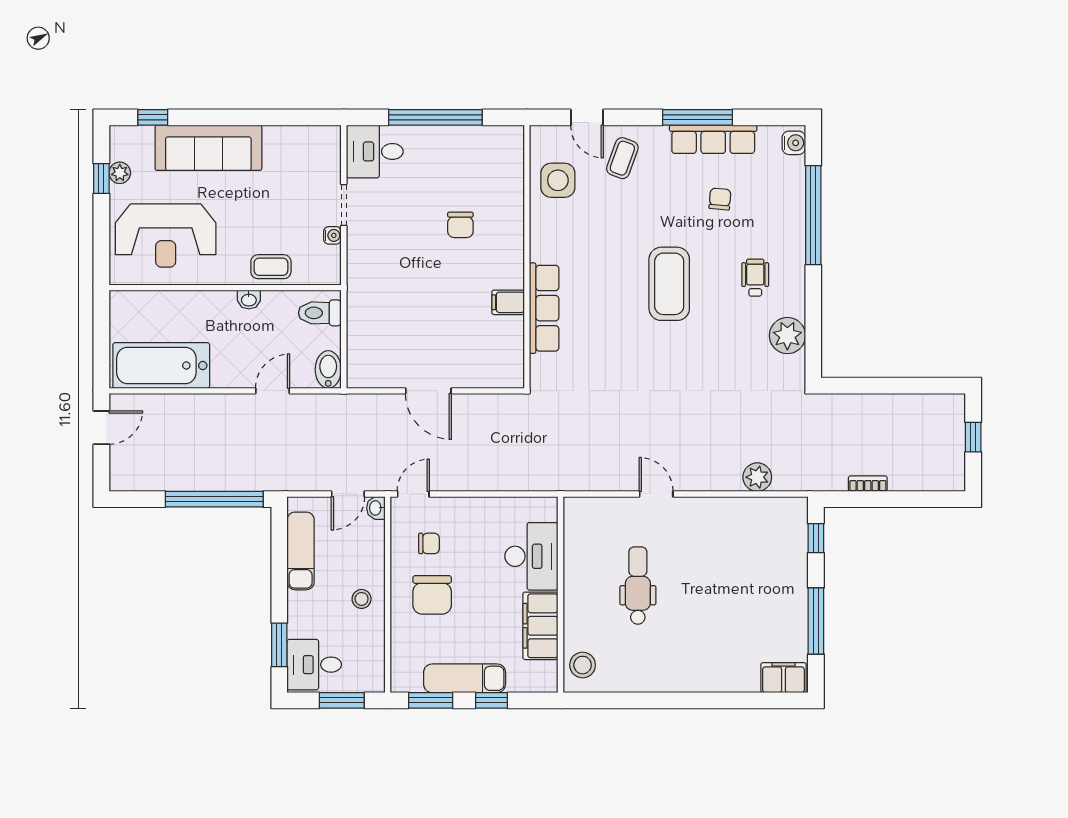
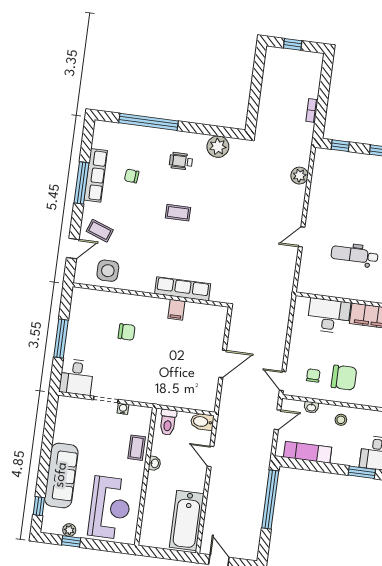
window: (435, 117) -> (61, 338), width x0.68
water cooler: (794, 143) -> (104, 128), removed
coffee table: (669, 284) -> (178, 213), width x0.54, depth x0.58
door: (348, 494) -> (278, 420), hinge flipped
washbasin: (376, 508) -> (311, 407), moved

